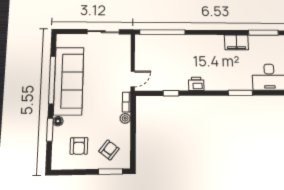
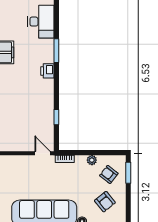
printer: (196, 84) -> (47, 71), moved
plant: (125, 118) -> (92, 160), moved
armchair: (79, 146) -> (105, 202), turned 51

